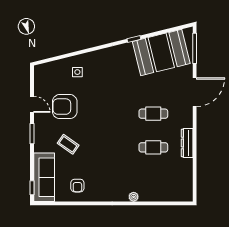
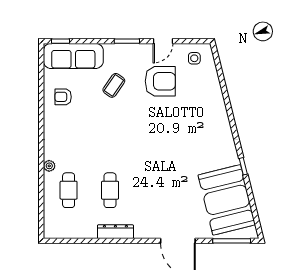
side table: (77, 72) -> (194, 58), moved
armchair: (65, 107) -> (160, 81), turned 90
cafe table: (153, 114) -> (69, 190), moved

